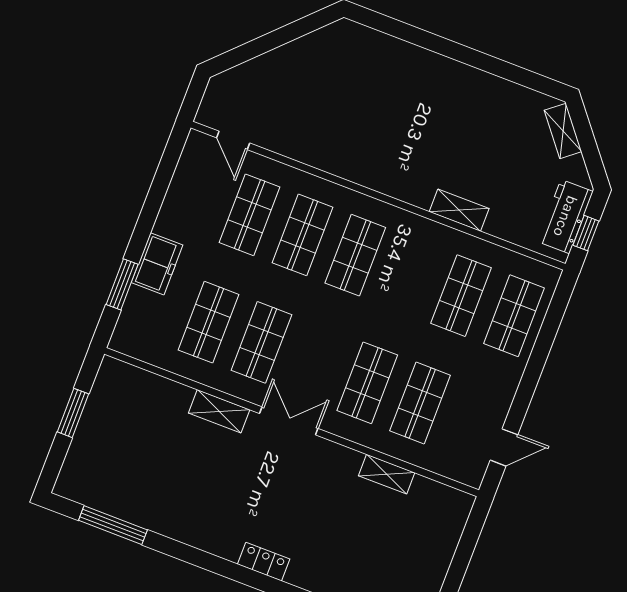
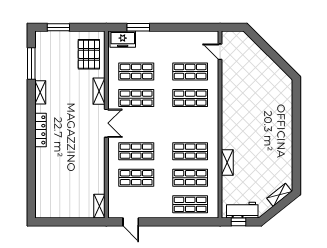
door: (233, 140) -> (220, 52), hinge flipped
shop shelf: (355, 255) -> (190, 151), moved
freezer: (157, 264) -> (123, 39), moved
pallet: (138, 403) -> (89, 54), added
window: (73, 413) -> (58, 27), moved
shelving: (387, 474) -> (99, 206), moved
shelving: (177, 529) -> (40, 92), added
locker: (264, 562) -> (41, 130), width x1.53

